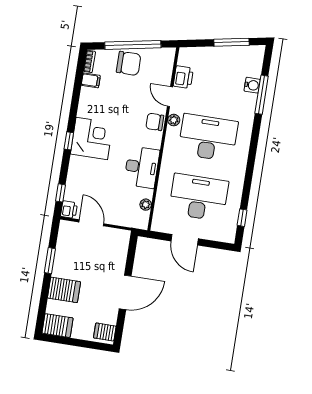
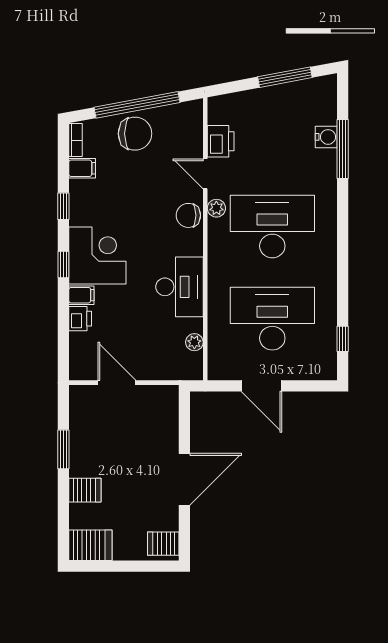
filing cabinet: (77, 163) -> (81, 295), added
window: (61, 193) -> (63, 206), moved
printer: (69, 210) -> (80, 319), moved
server rack: (64, 290) -> (85, 490), width x0.73, depth x0.70

